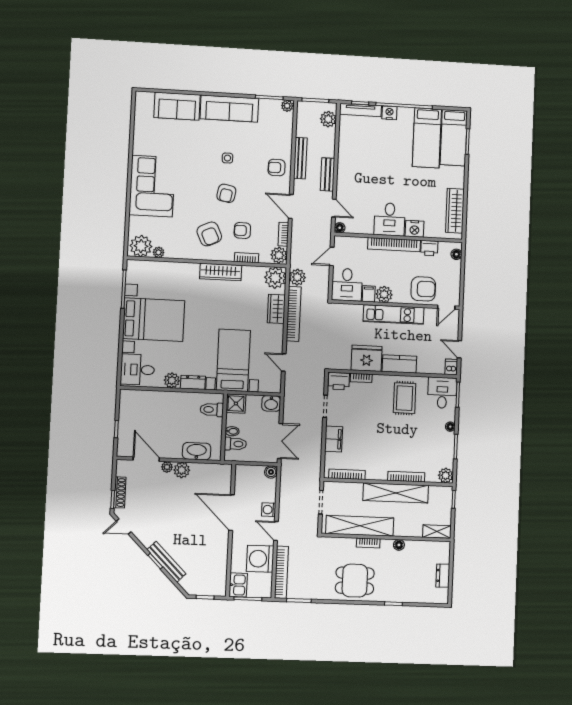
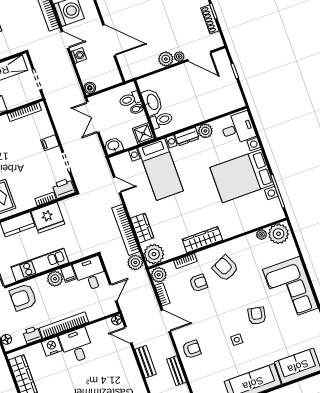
bench: (300, 158) -> (176, 371), width x0.73
armchair: (226, 193) -> (257, 316), moved
filing cabinet: (334, 439) -> (50, 143), width x0.50
washbasin: (197, 451) -> (152, 102), moved, turned -90

